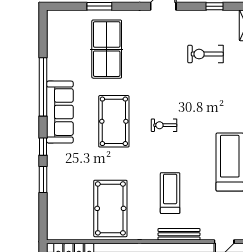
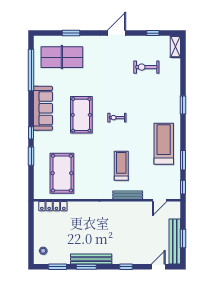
table tennis table: (107, 49) -> (62, 57), moved, turned 90
window: (43, 87) -> (31, 70), moved
pool table: (110, 208) -> (62, 173), moved

